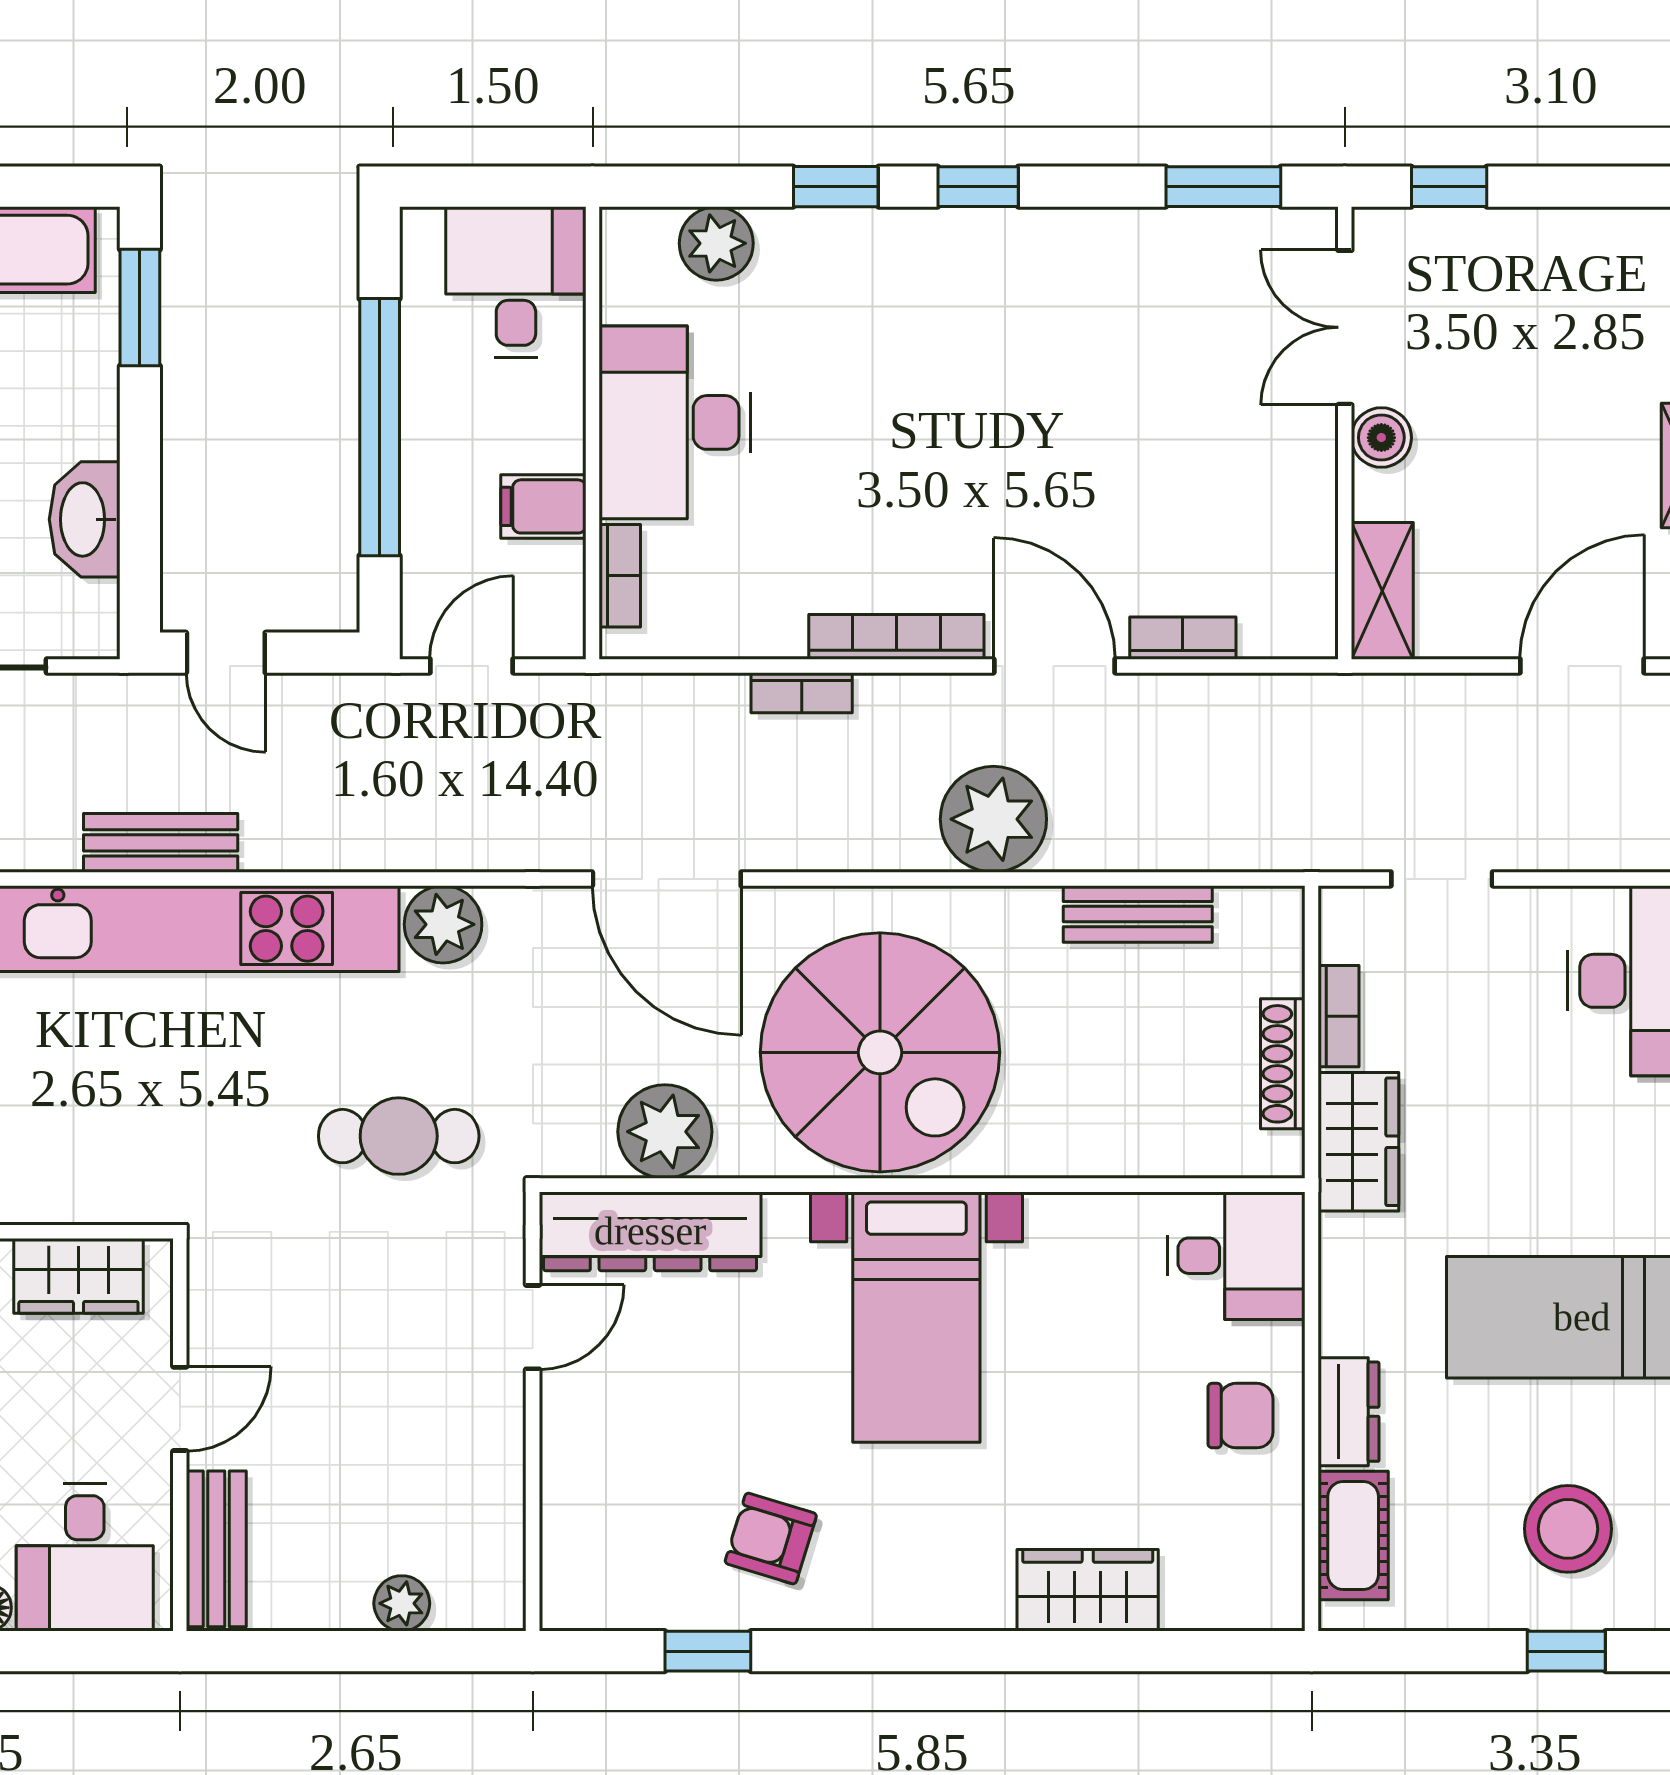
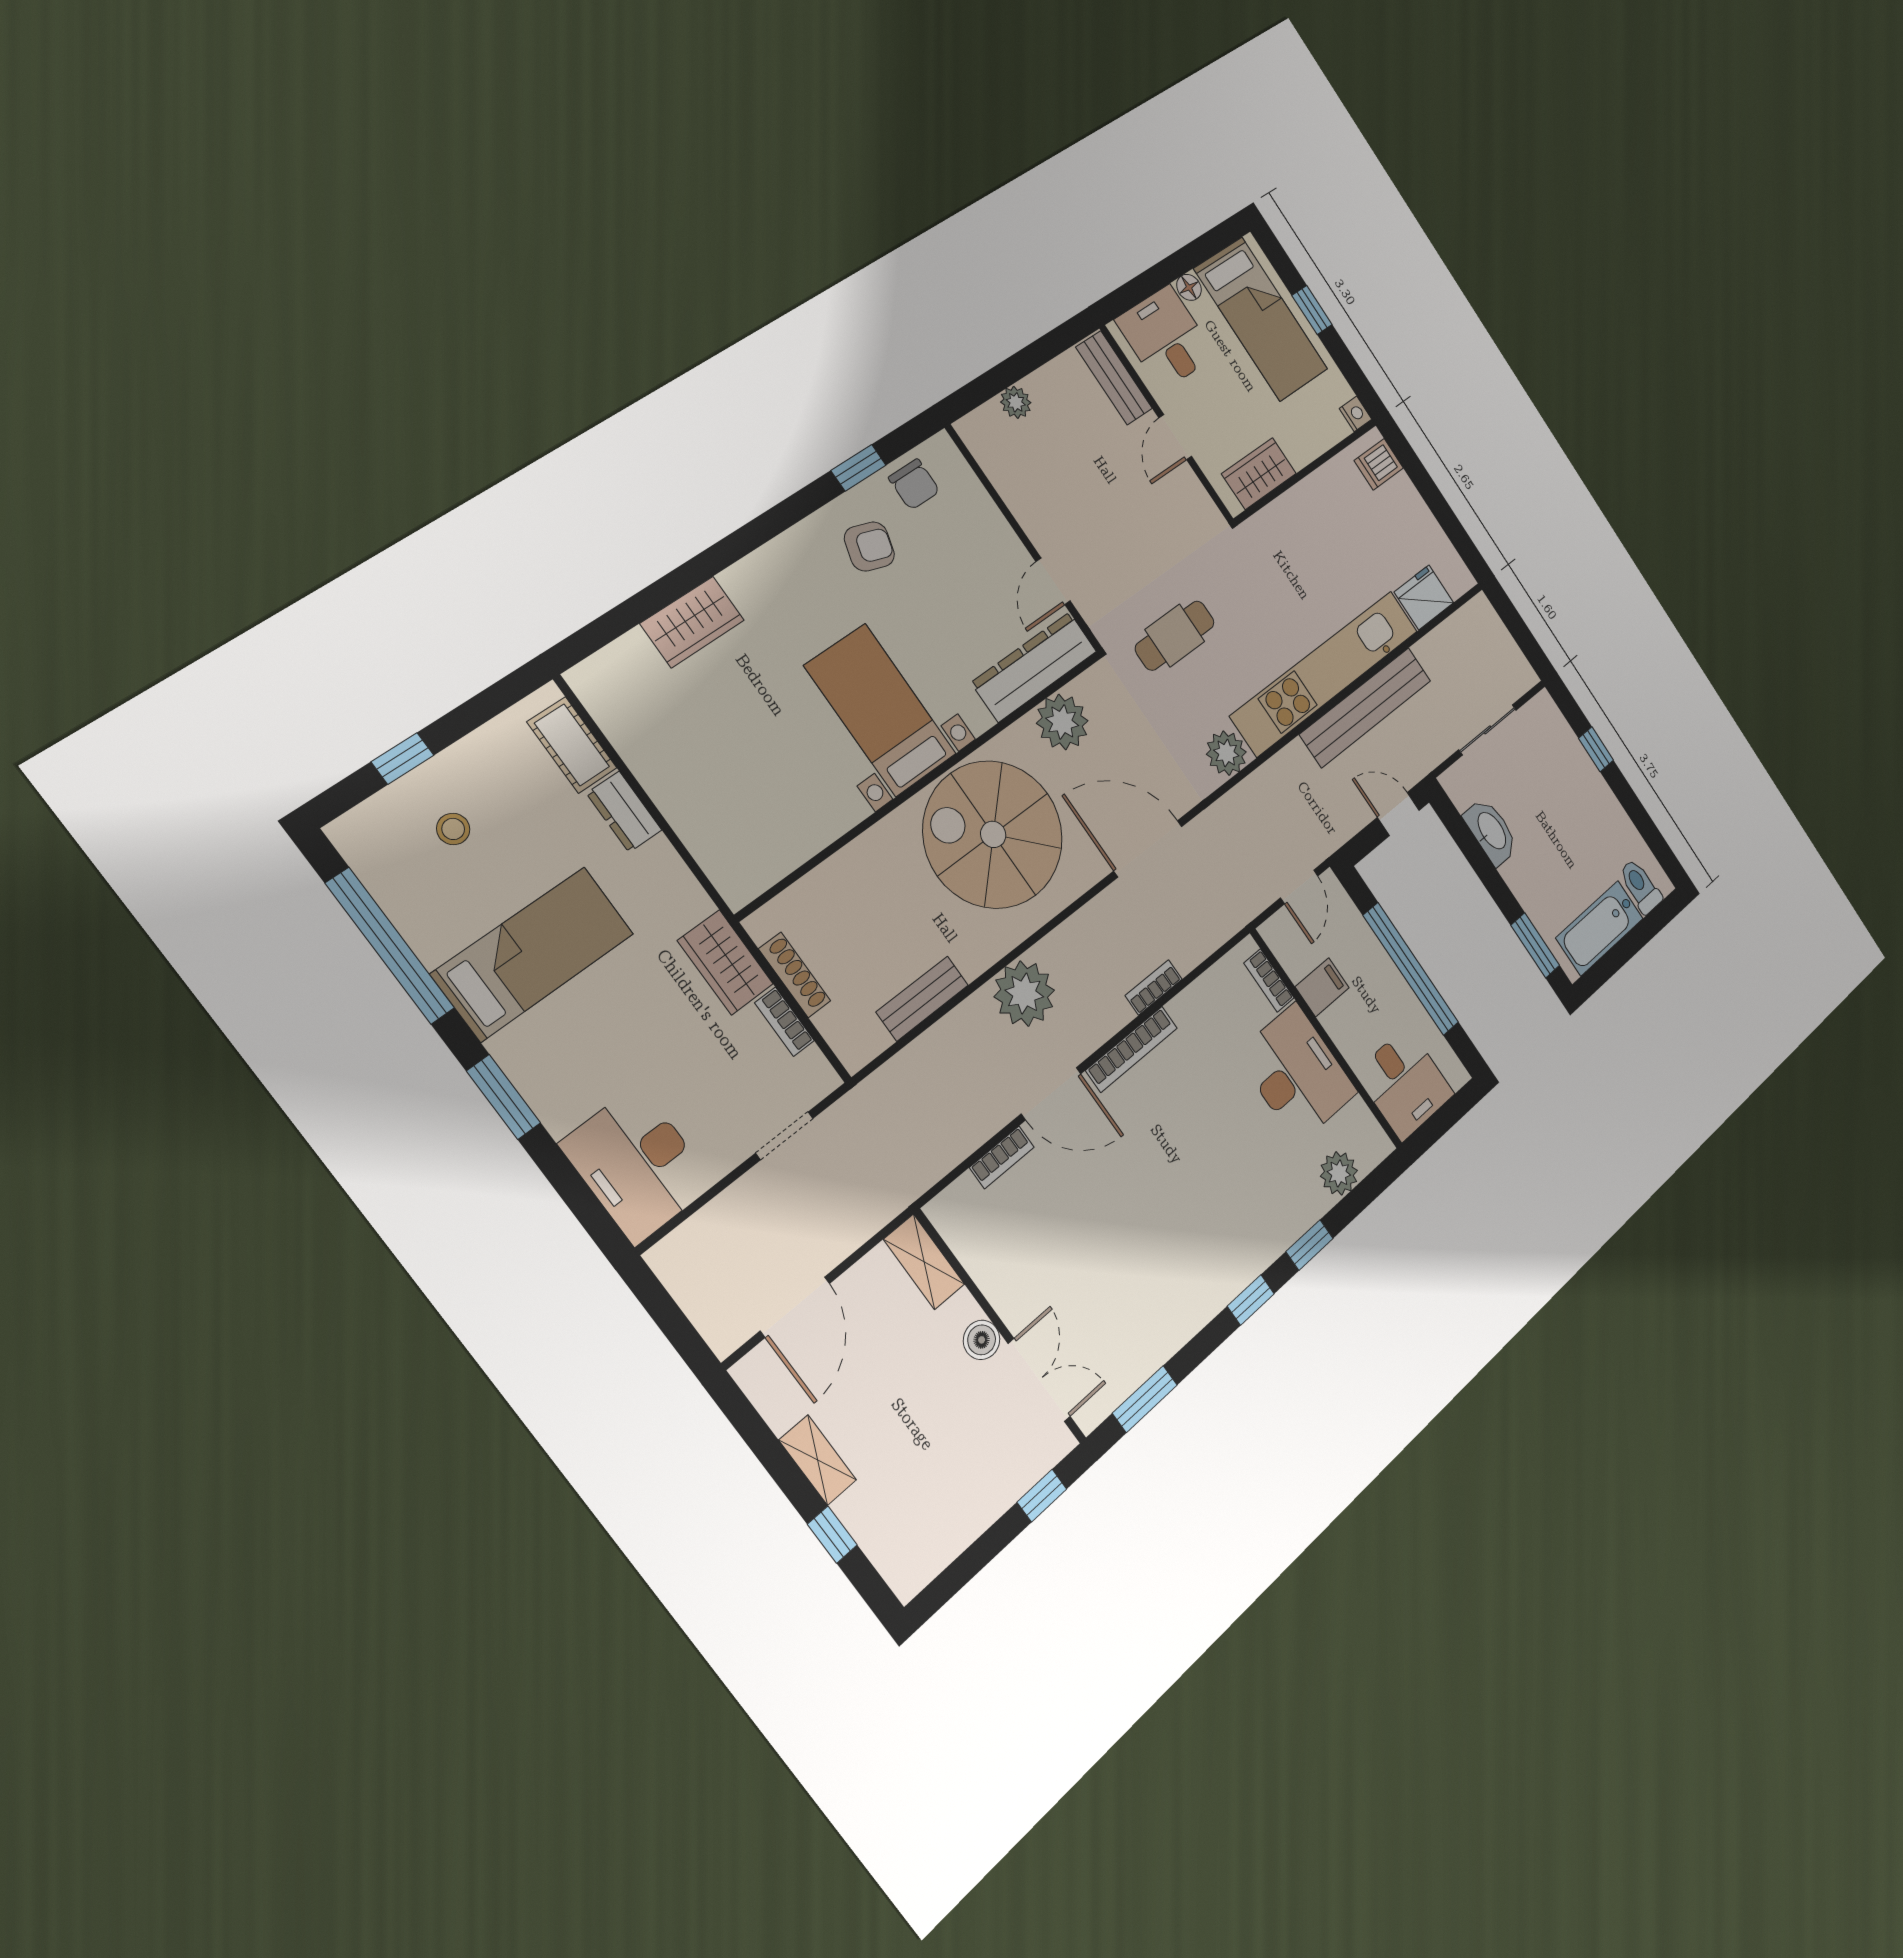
bench: (161, 843) -> (1366, 707), width x1.86, depth x1.21
desk: (1236, 1256) -> (745, 855), removed
chair: (1241, 1416) -> (914, 484), moved, turned -90
stool: (1568, 1529) -> (453, 829), width x0.53, depth x0.53

